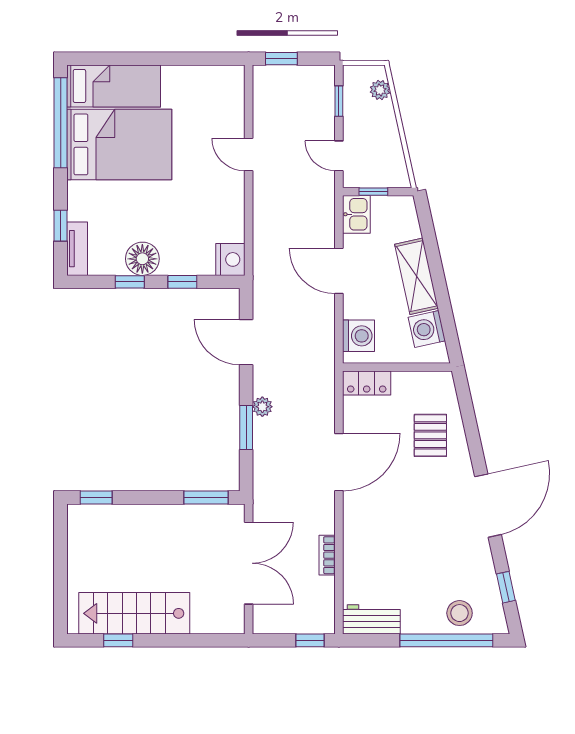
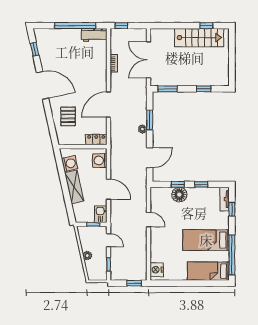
plant: (380, 90) -> (87, 256), moved
bed: (119, 144) -> (206, 240), width x0.67
door: (249, 155) -> (149, 220), moved
floor lamp: (142, 259) -> (179, 195), moved
nightstand: (230, 259) -> (157, 270), moved
door: (246, 342) -> (150, 158), hinge flipped
window: (96, 498) -> (204, 89), moved
door: (488, 506) -> (43, 85), swing flipped
stool: (460, 613) -> (55, 38), removed
window: (446, 640) -> (75, 26), moved

